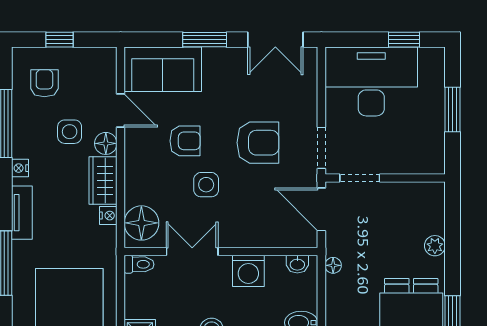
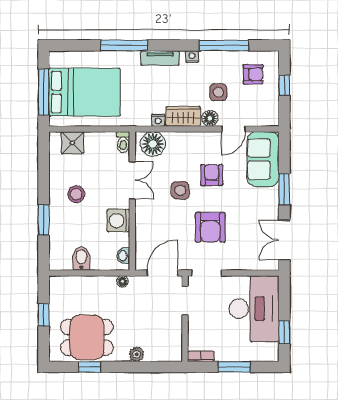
armchair: (185, 141) -> (212, 175), turned 180
bookcase: (438, 156) -> (201, 356), added

